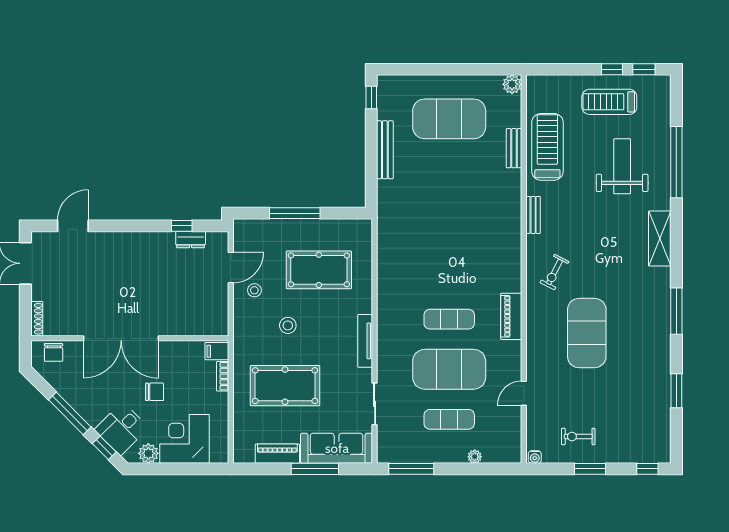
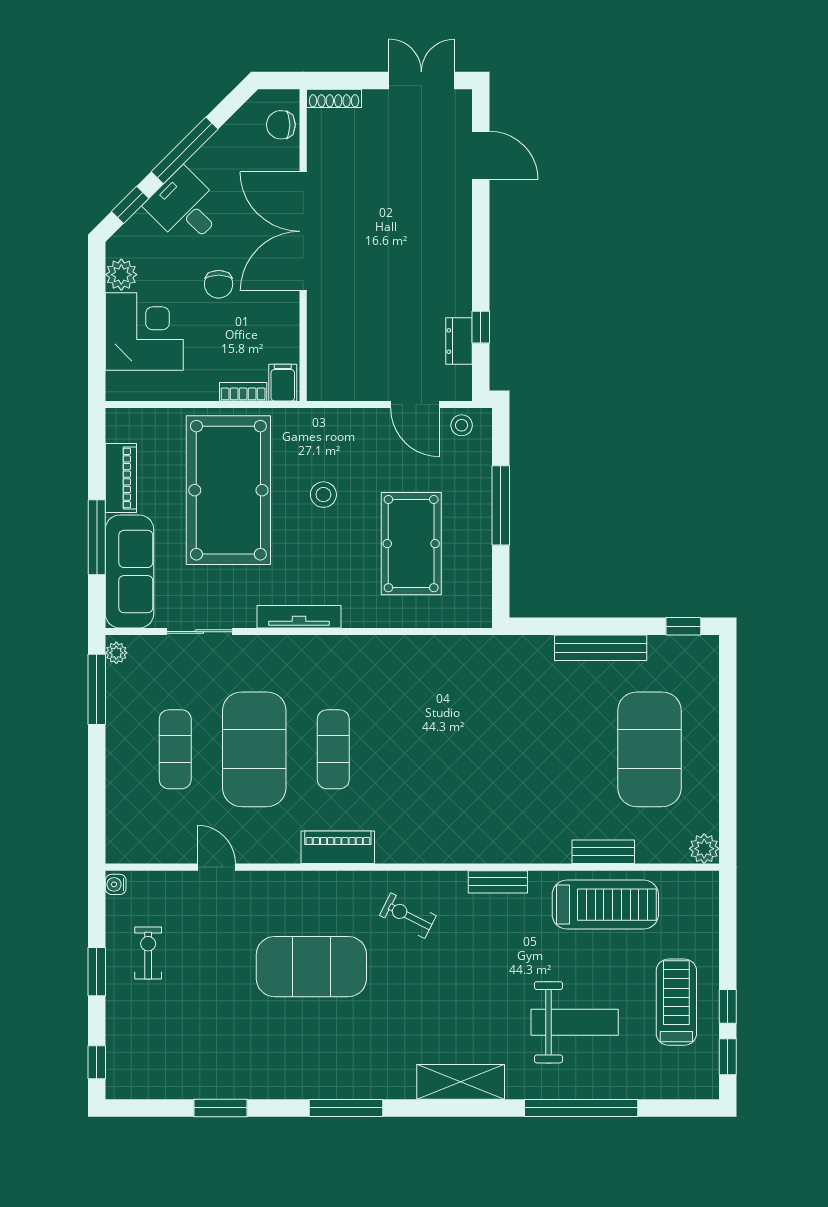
stool: (254, 290) -> (462, 425), moved
pool table: (285, 386) -> (228, 490), width x1.36, depth x1.32
desk: (122, 429) -> (185, 207), moved
plant: (475, 457) -> (116, 653), moved

